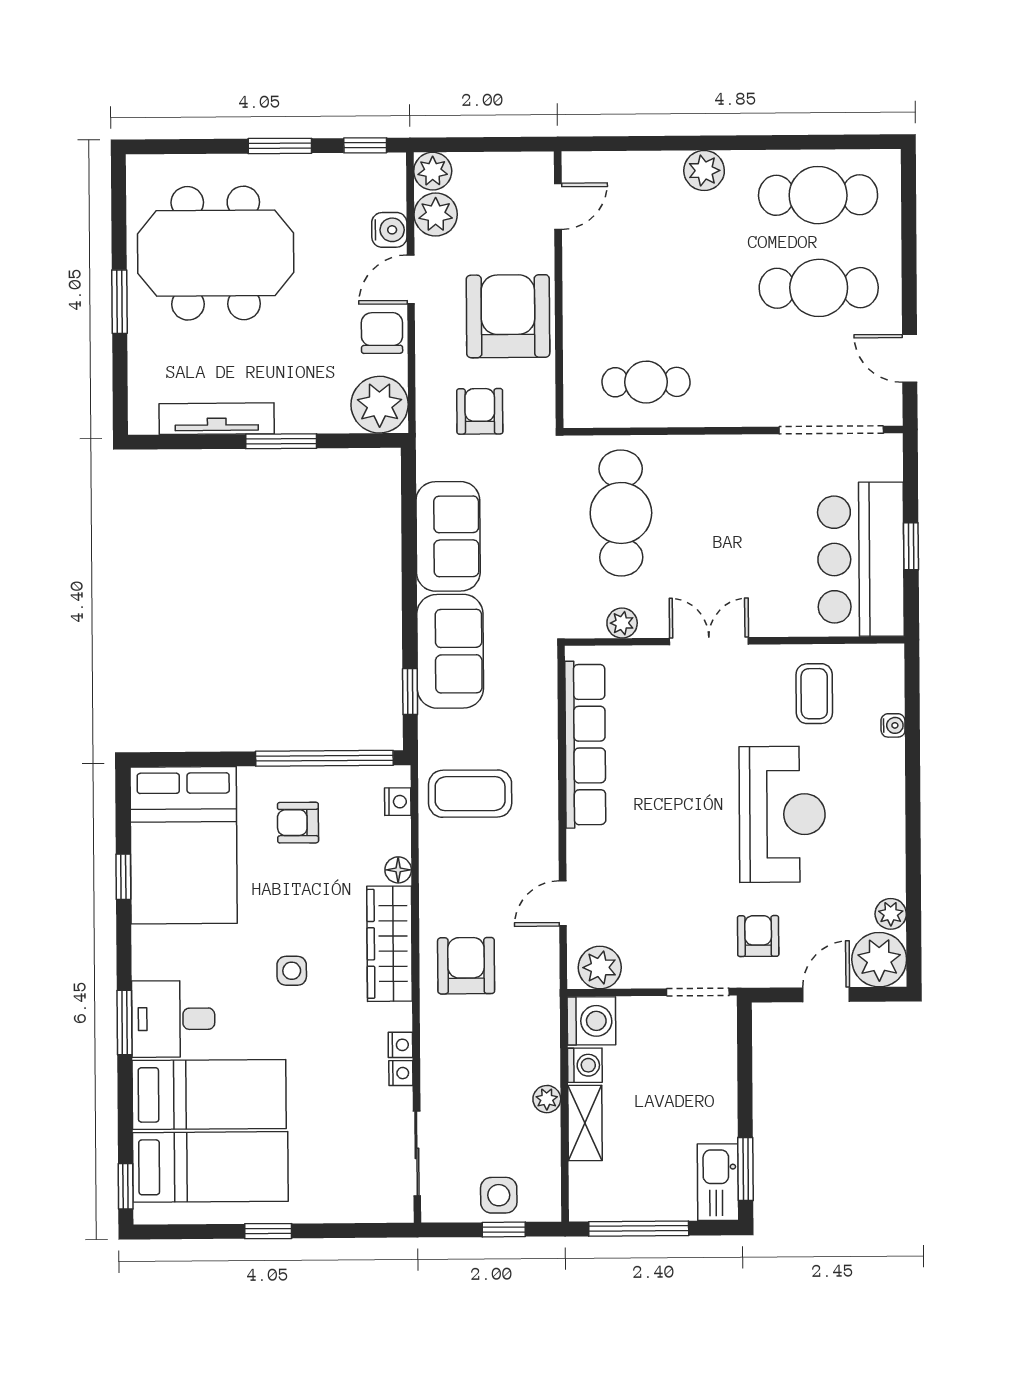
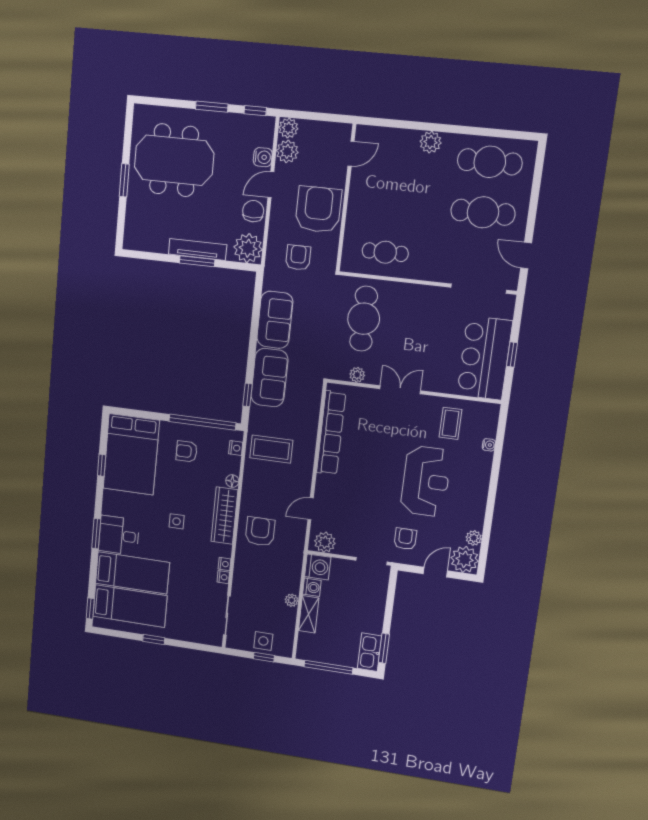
tv unit: (217, 419) -> (197, 249), moved

